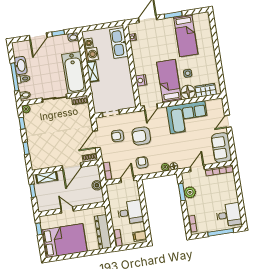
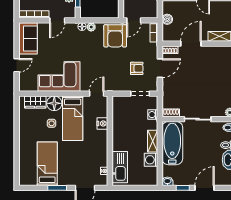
washing machine: (88, 43) -> (153, 115), moved
armchair: (141, 136) -> (112, 64), removed
armchair: (142, 163) -> (115, 36), width x1.88, depth x1.88

